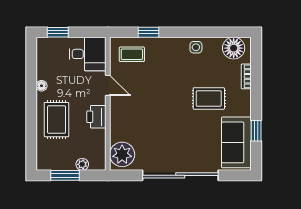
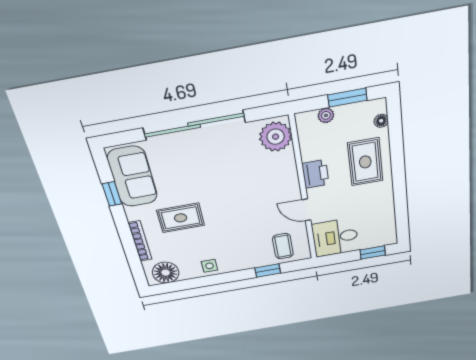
coffee table: (132, 54) -> (283, 246), turned 90
bookcase: (246, 76) -> (140, 241), width x1.56
floor lamp: (41, 86) -> (381, 121), moved

